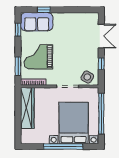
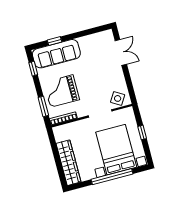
sofa: (37, 22) -> (56, 54), width x1.36
window: (101, 64) -> (128, 81), removed
wardrobe: (27, 108) -> (68, 163), moved
window: (101, 114) -> (142, 132), width x0.32

